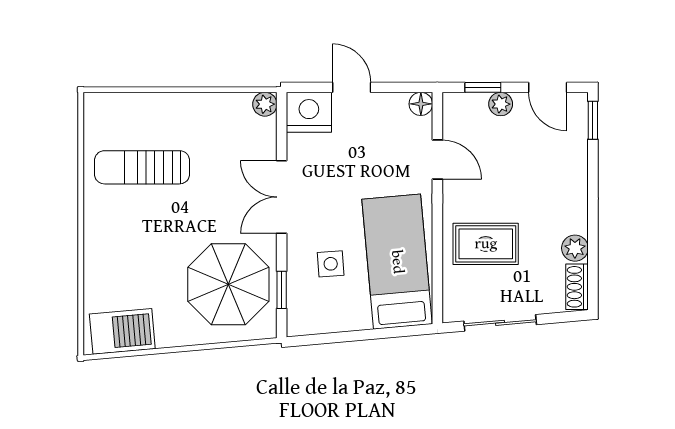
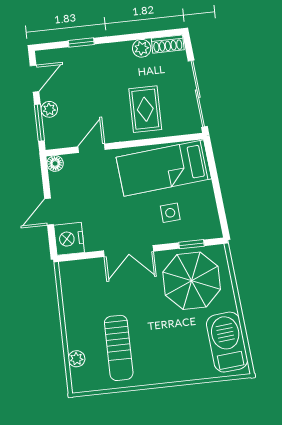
window: (483, 87) -> (39, 123), width x1.50
plant: (265, 104) -> (77, 359), moved
window: (593, 120) -> (81, 43), moved
sliding door: (500, 323) -> (198, 94), width x1.37
barbecue: (122, 331) -> (227, 342), width x1.37, depth x1.21

